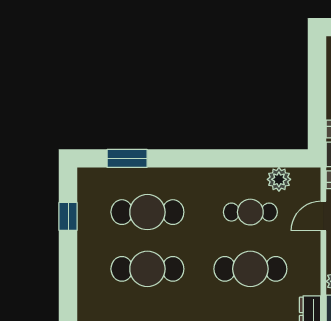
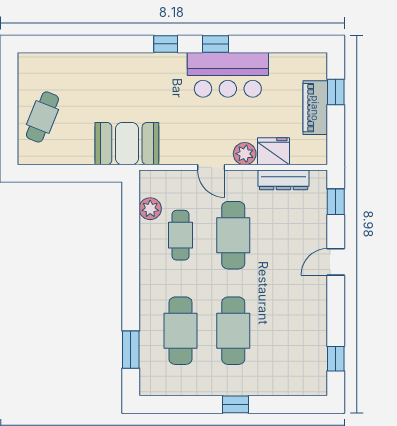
window: (68, 216) -> (235, 404), moved
door: (323, 216) -> (211, 167), moved

